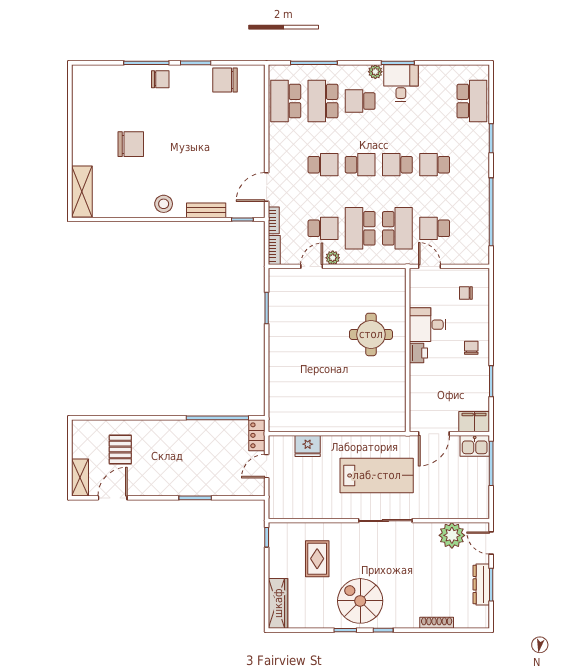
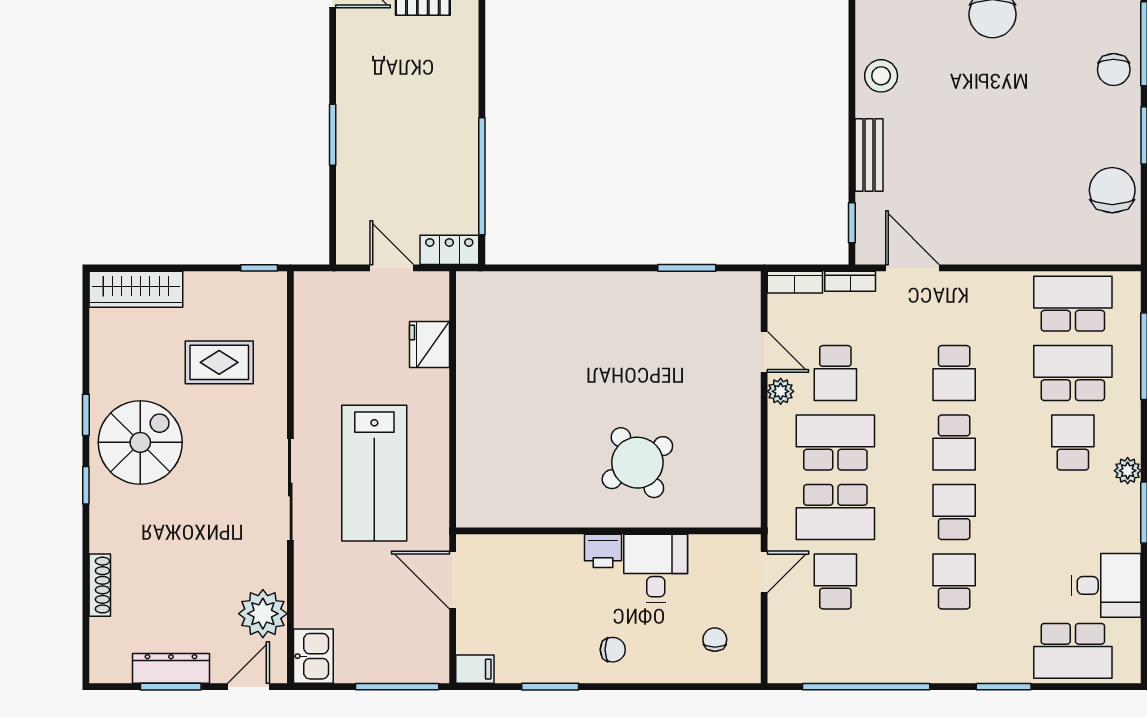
desk: (401, 83) -> (1106, 585), moved
round table: (371, 334) -> (637, 463), turned -33
filing cabinet: (474, 422) -> (475, 669), width x0.50
kitchen sink: (475, 446) -> (313, 656), moved, turned 180

